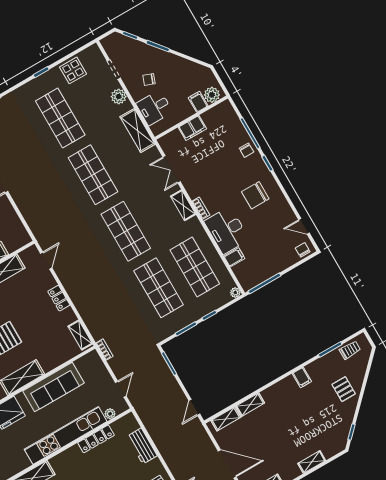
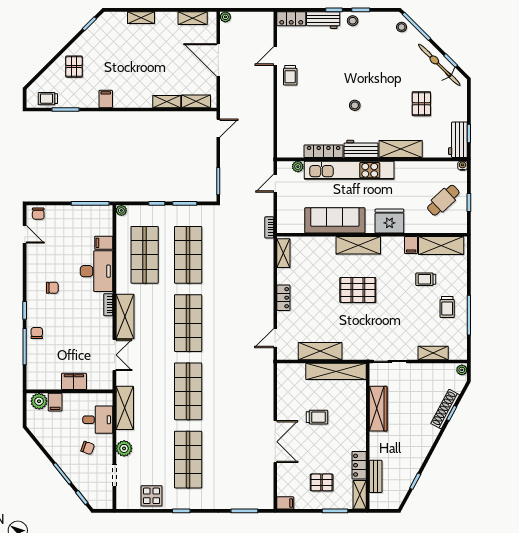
chair: (255, 195) -> (52, 288), width x0.54, depth x0.54
shelving: (183, 205) -> (125, 317), width x1.50, depth x1.33
workbench: (142, 446) -> (361, 149), moved, turned -90

